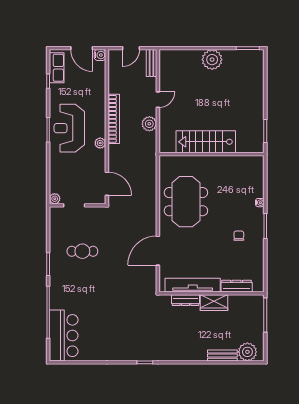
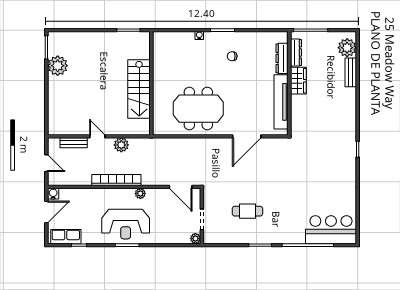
plant: (212, 60) -> (58, 66), moved
bench: (151, 63) -> (74, 143), moved
door: (107, 184) -> (181, 187), swing flipped
cafe table: (82, 251) -> (247, 211), turned 90
door: (158, 251) -> (247, 136), hinge flipped
dresser: (186, 300) -> (296, 52), moved

